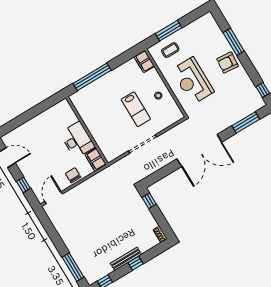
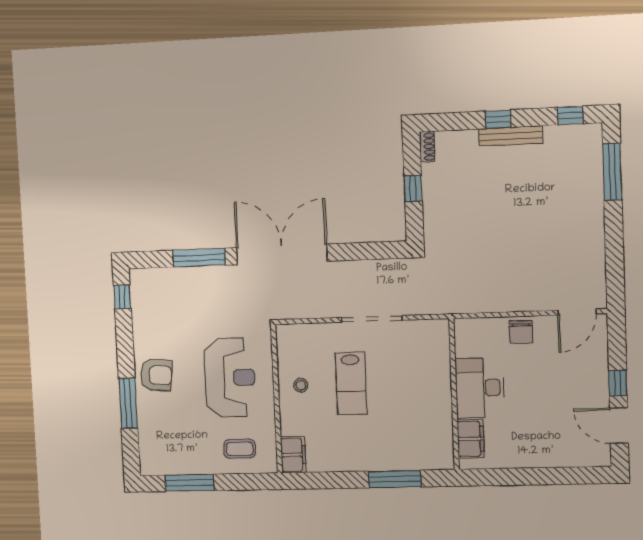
window: (169, 31) -> (189, 483), moved
window: (92, 77) -> (395, 479), width x0.68
lab bench: (136, 109) -> (351, 384), turned 180
window: (246, 123) -> (199, 258), moved
filing cabinet: (96, 160) -> (471, 439), moved
window: (23, 185) -> (618, 383), moved
window: (149, 201) -> (413, 188), moved

